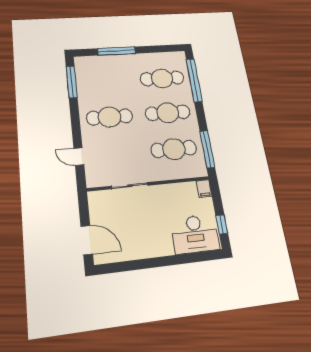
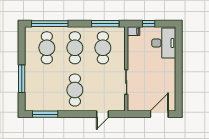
window: (222, 225) -> (149, 24), moved

